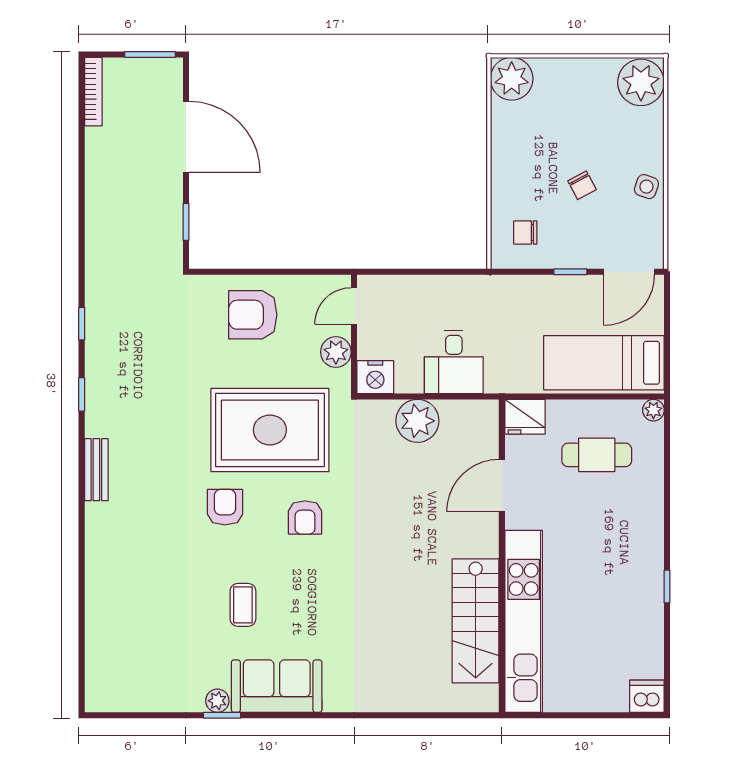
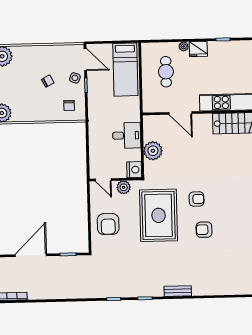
side table: (646, 187) -> (75, 78), moved
plant: (653, 410) -> (184, 46), moved
fridge: (525, 417) -> (198, 49), moved, turned 90
armchair: (225, 507) -> (204, 230), moved
coffee table: (243, 605) -> (236, 225), removed

